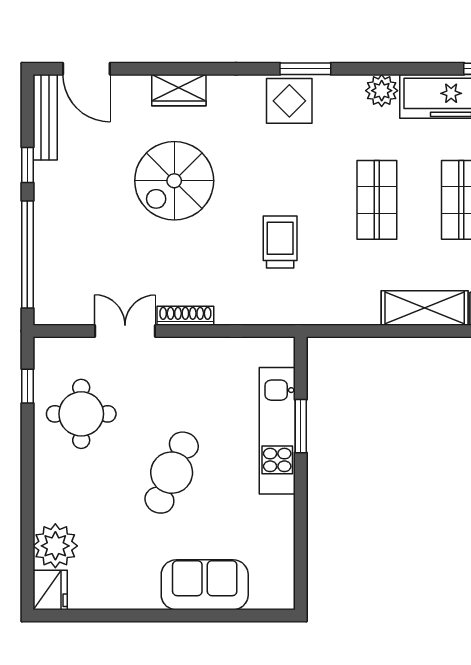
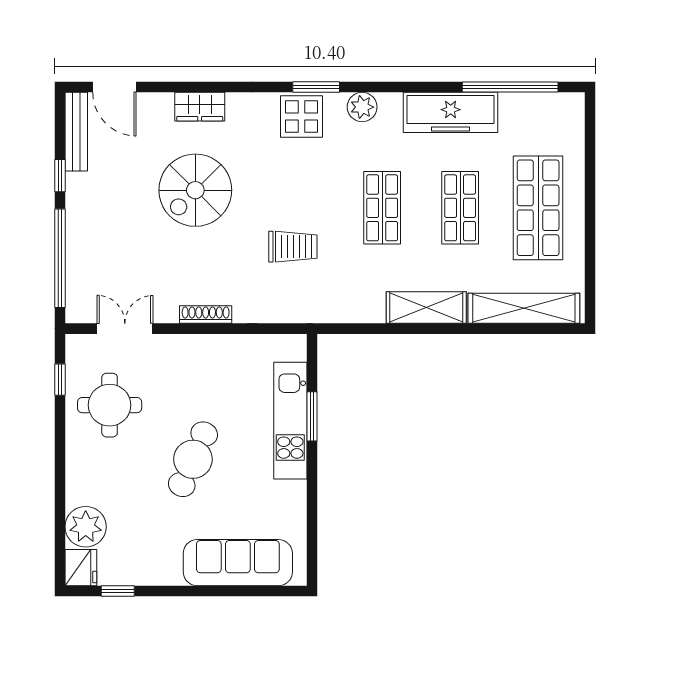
plant: (382, 91) -> (362, 107), moved
trolley: (280, 242) -> (293, 247), turned 90
double door: (125, 331) -> (125, 329), moved
sofa: (205, 585) -> (238, 563), width x1.36
window: (90, 615) -> (118, 591), added

